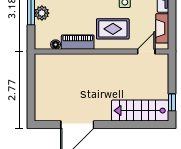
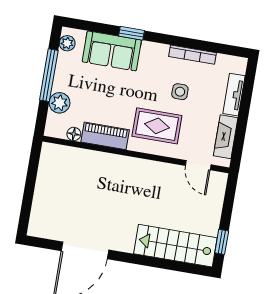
plant: (42, 13) -> (60, 103), moved
door: (146, 51) -> (198, 165), swing flipped

